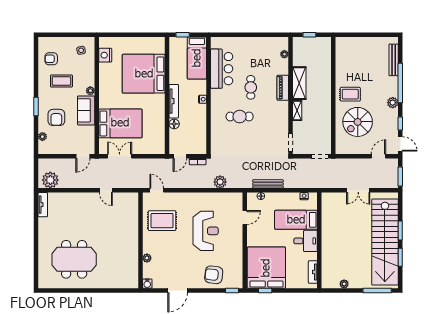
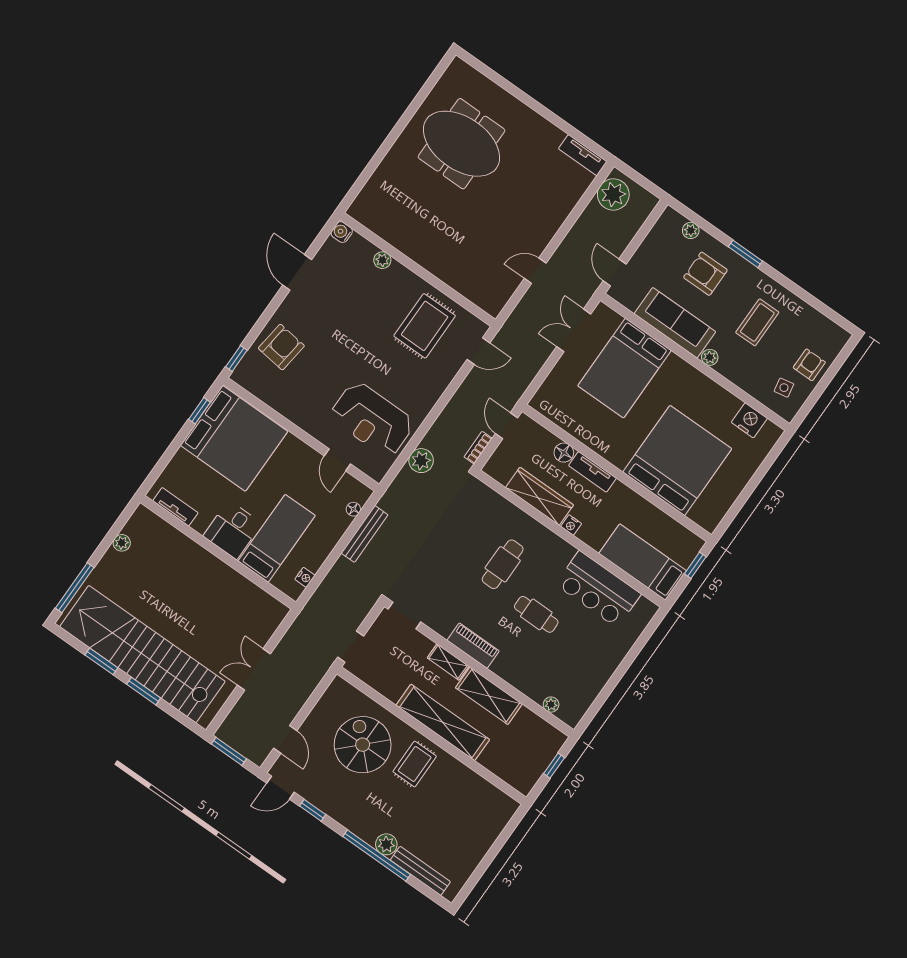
armchair: (51, 59) -> (809, 365), moved
piano: (283, 88) -> (473, 646), moved
shelving: (324, 95) -> (443, 722), added
tv unit: (174, 101) -> (593, 472), width x0.71
plant: (393, 103) -> (386, 844), moved
sofa: (86, 110) -> (675, 323), width x1.36
wardrobe: (200, 121) -> (540, 496), added
double door: (120, 156) -> (574, 330), swing flipped
reception desk: (206, 231) -> (372, 419), moved
meeting table: (74, 259) -> (462, 144), turned 90

